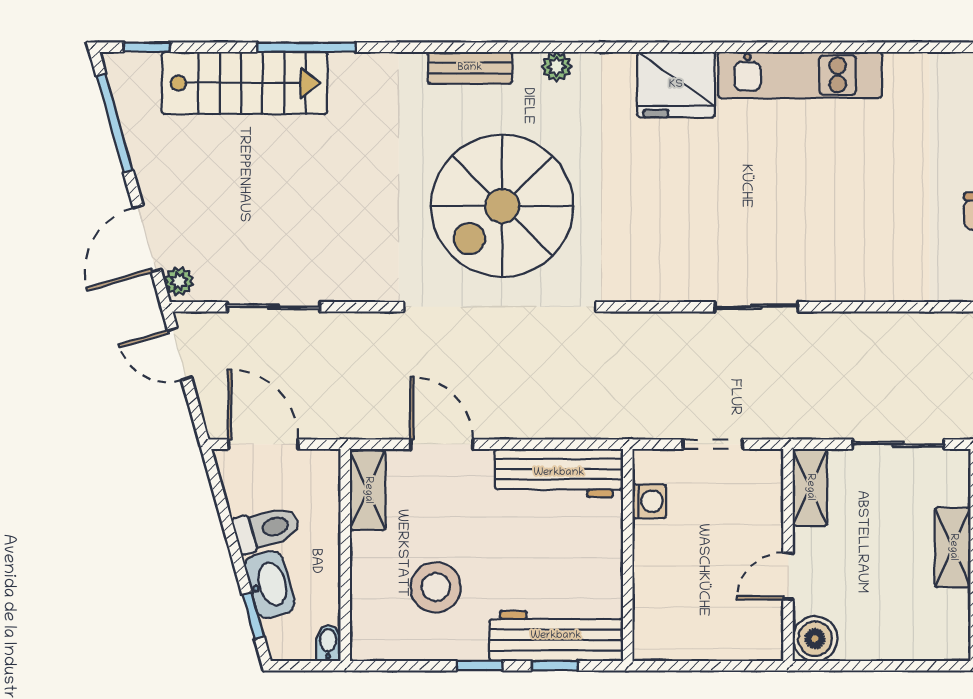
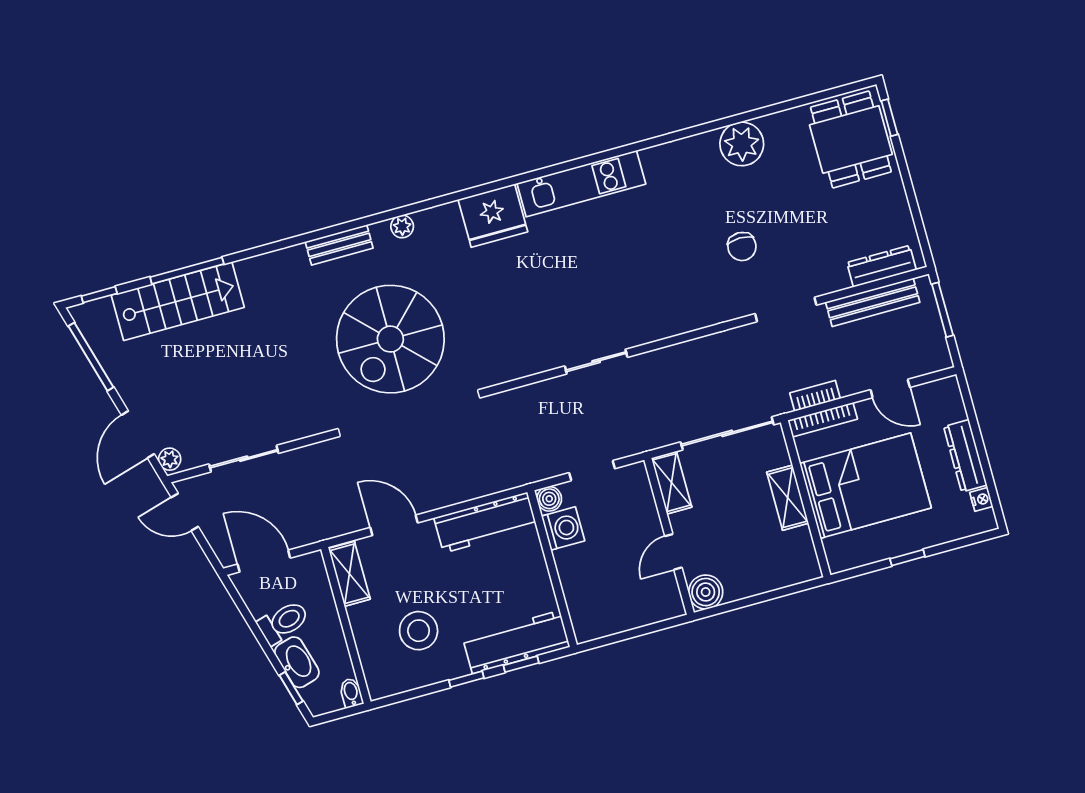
window: (306, 47) -> (187, 271), moved
sliding door: (898, 444) -> (727, 433), width x1.37
boiler: (649, 465) -> (549, 499), added
washing machine: (649, 501) -> (563, 528), width x1.38, depth x1.38

